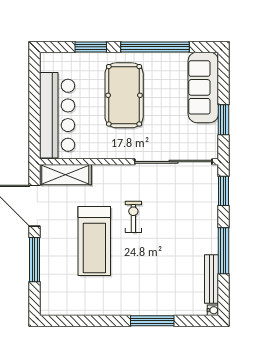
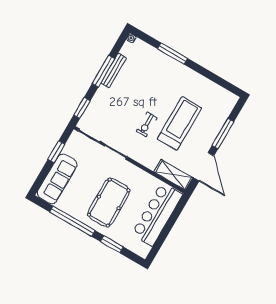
bench: (211, 279) -> (114, 71), moved

